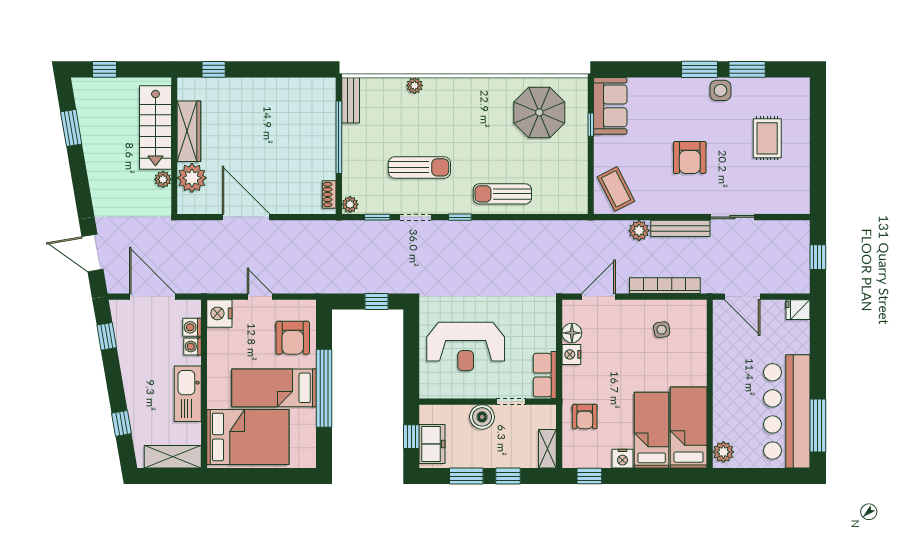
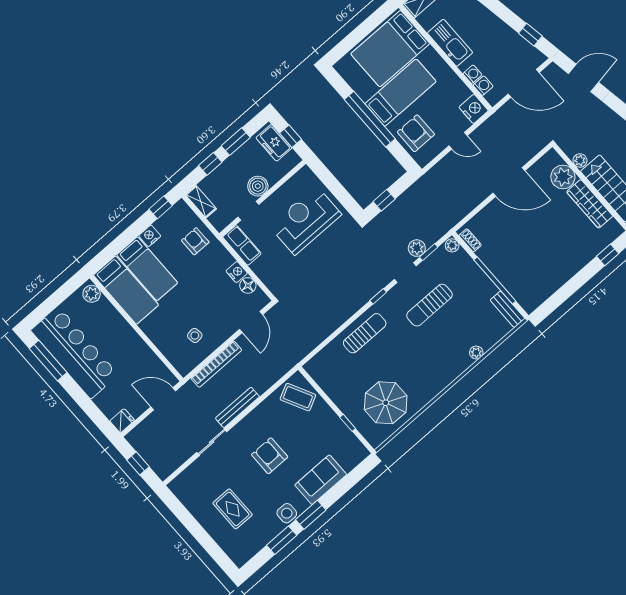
sofa: (610, 106) -> (321, 480), moved, turned 90
plant: (639, 231) -> (417, 248), moved

